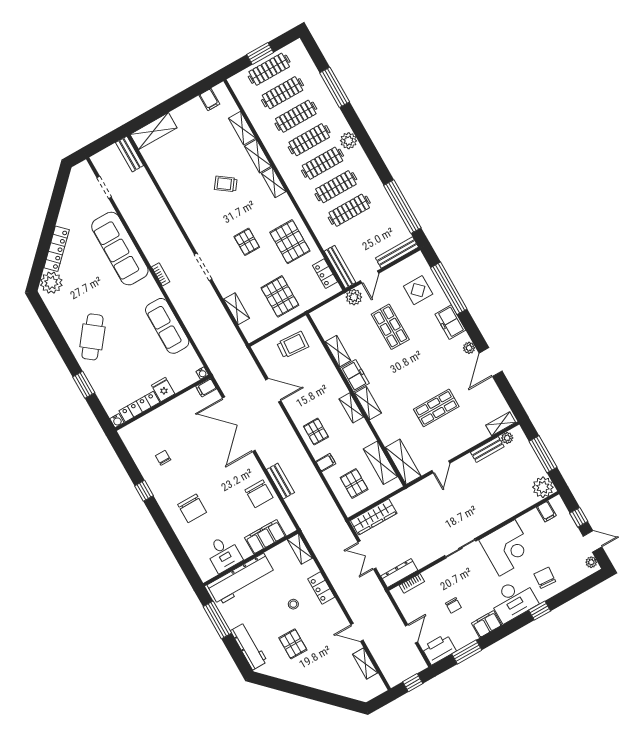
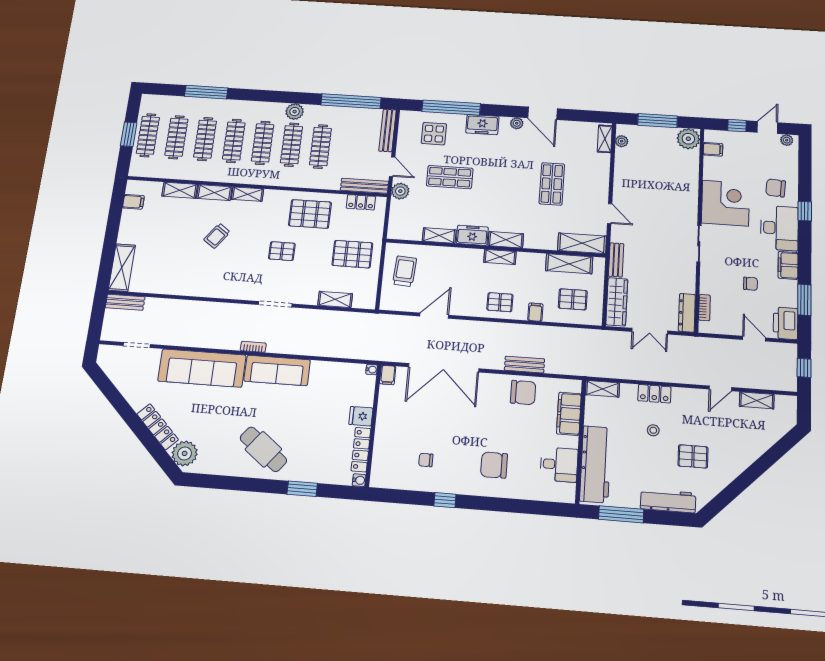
plant: (349, 141) -> (295, 112), moved
sofa: (167, 326) -> (277, 370), moved
bench: (487, 449) -> (616, 260), moved
chair: (192, 508) -> (494, 465), turned 180

